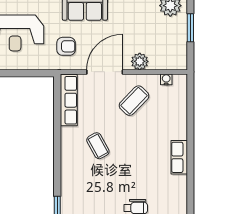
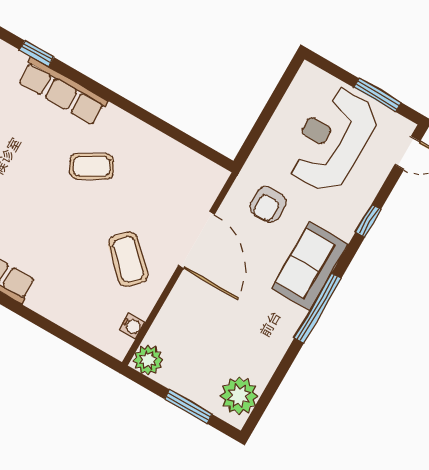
plant: (140, 61) -> (148, 360), moved
row of seats: (69, 100) -> (63, 91), moved

